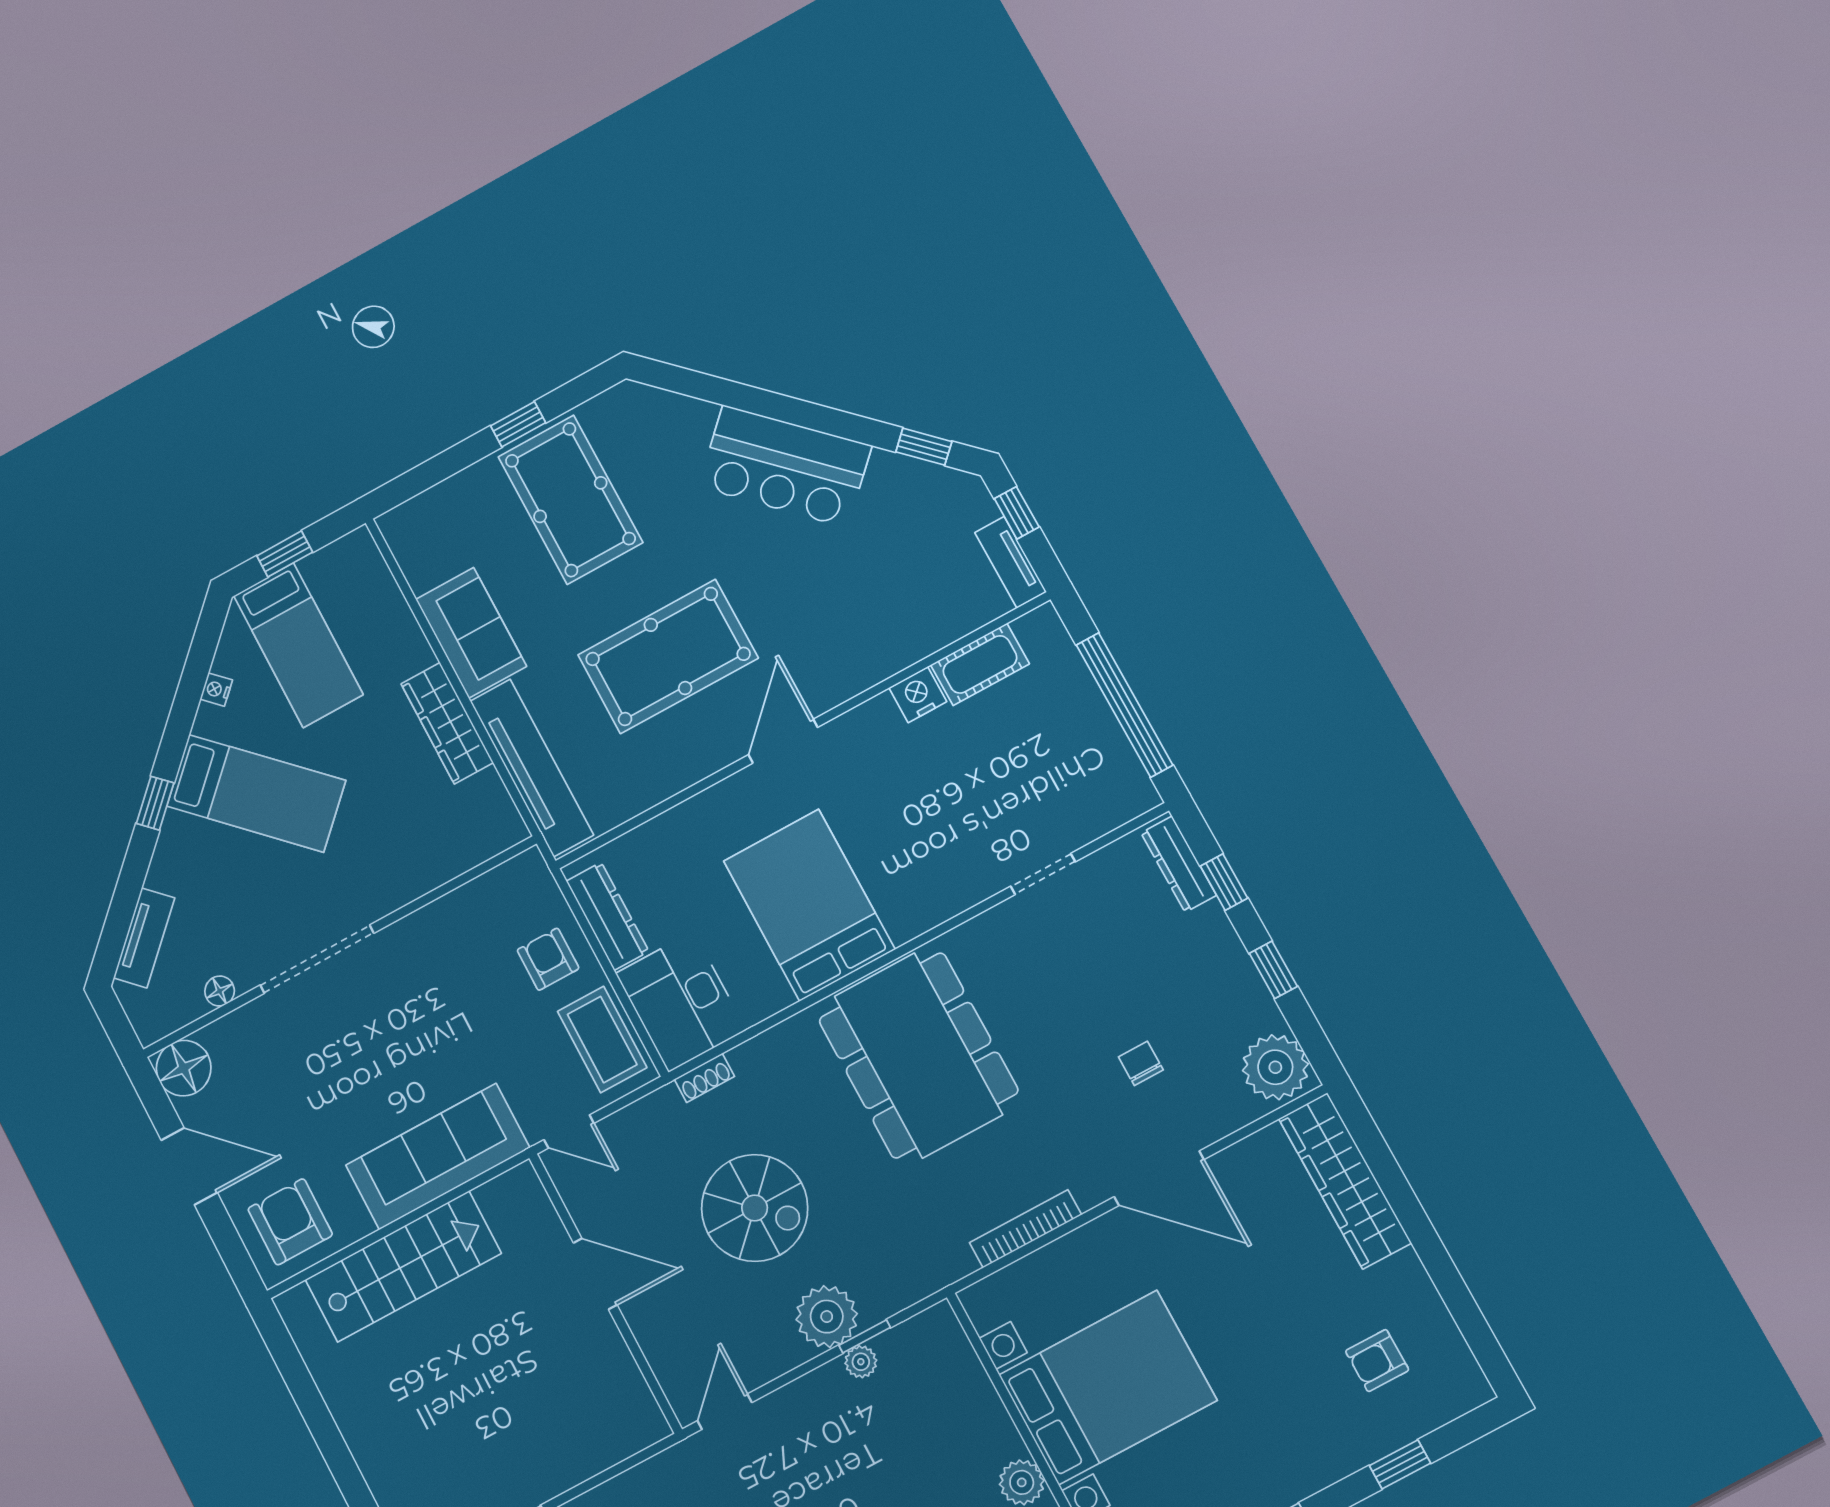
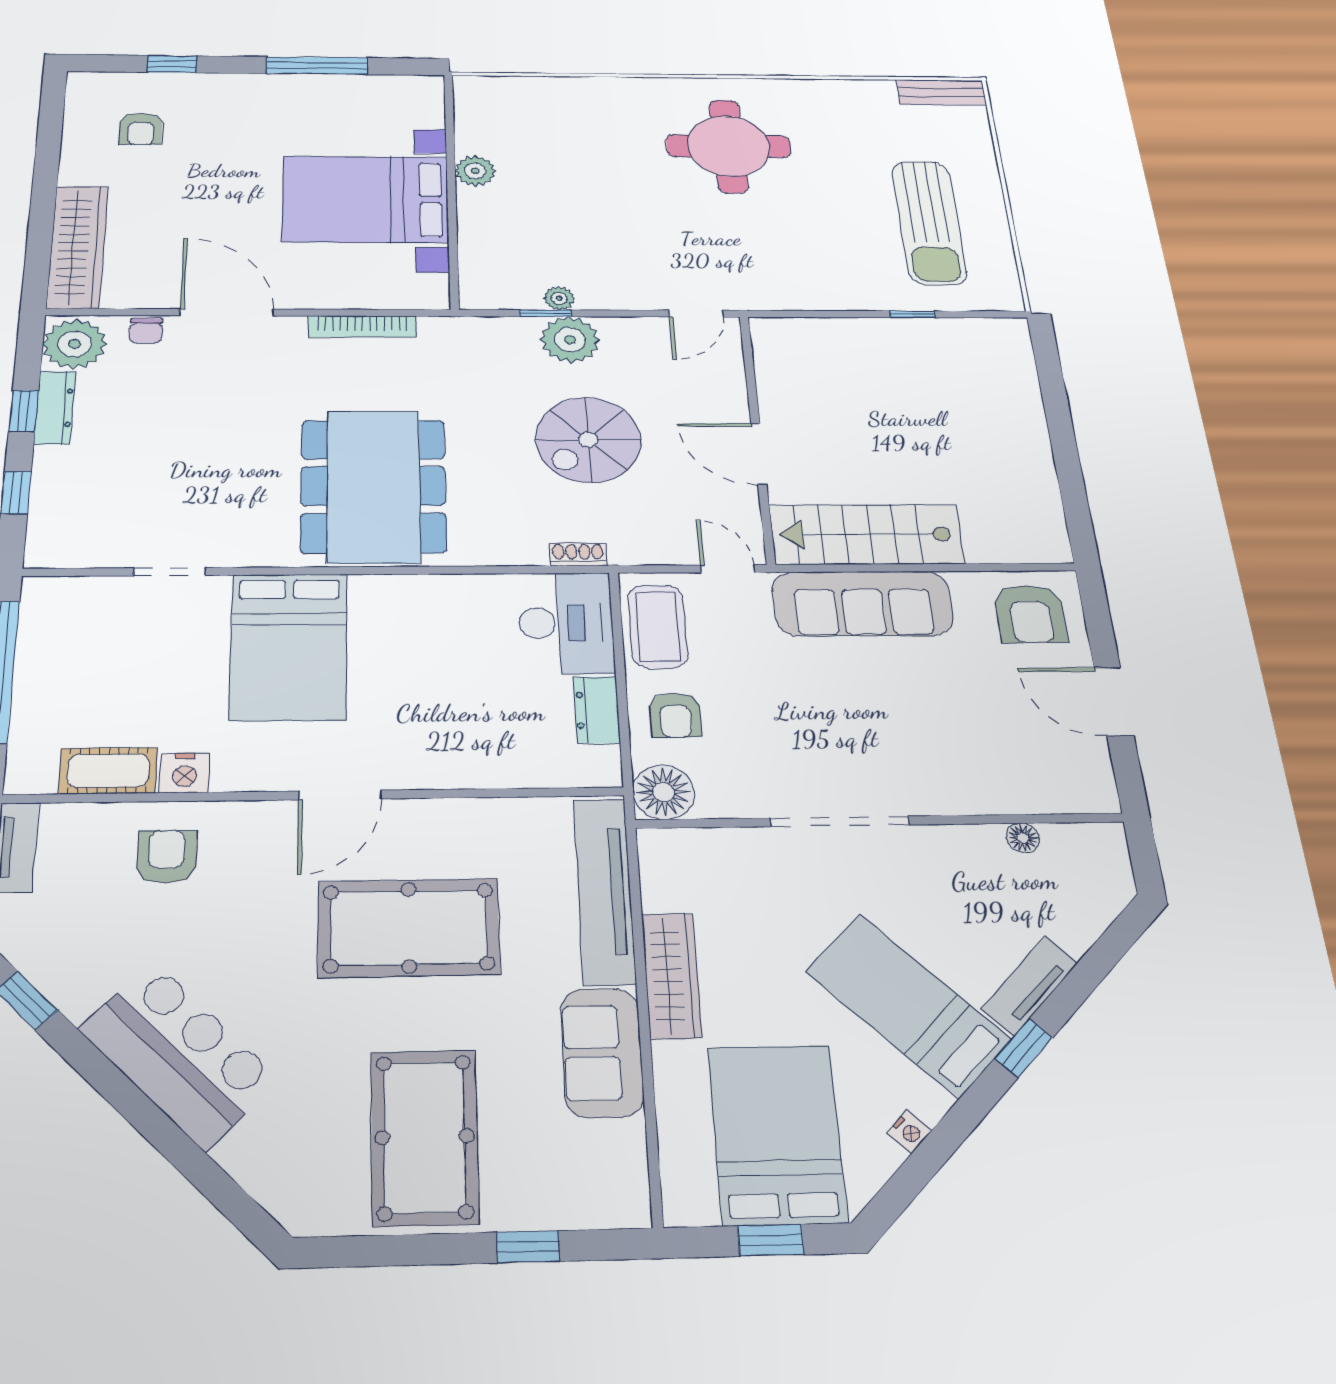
window: (518, 424) -> (528, 1247), moved
armchair: (889, 616) -> (167, 857), added
bed: (298, 645) -> (777, 1134), width x1.50
dresser: (1179, 864) -> (55, 408), moved
bed: (809, 905) -> (289, 646), moved
dresser: (608, 916) -> (597, 710), width x0.70
tv unit: (144, 938) -> (1030, 986), moved
doorway: (317, 959) -> (840, 821), moved
chair: (1141, 1063) -> (146, 331), moved
floor lamp: (184, 1068) -> (664, 792), moved
spiral stairs: (755, 1208) -> (588, 440), turned -90
stairs: (403, 1266) -> (866, 534), moved
armchair: (1377, 1361) -> (141, 129), turned 90

